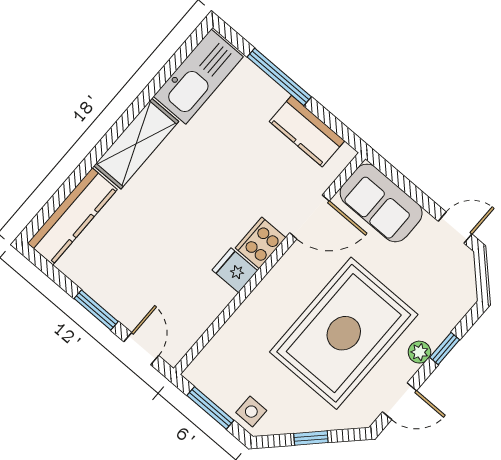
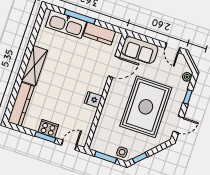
kitchen sink: (198, 77) -> (66, 24), moved, turned 90
door: (455, 228) -> (173, 48), swing flipped
cooker: (261, 243) -> (48, 128), moved, turned 90
door: (141, 349) -> (69, 145), hinge flipped
plant: (419, 352) -> (187, 77), moved
window: (311, 438) -> (140, 158), moved

